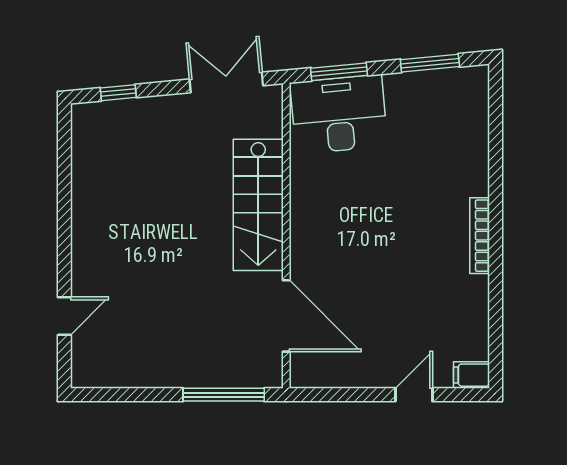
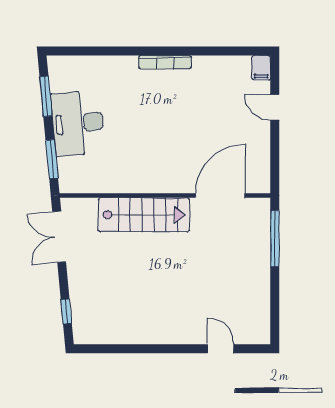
desk: (339, 114) -> (78, 123), moved

